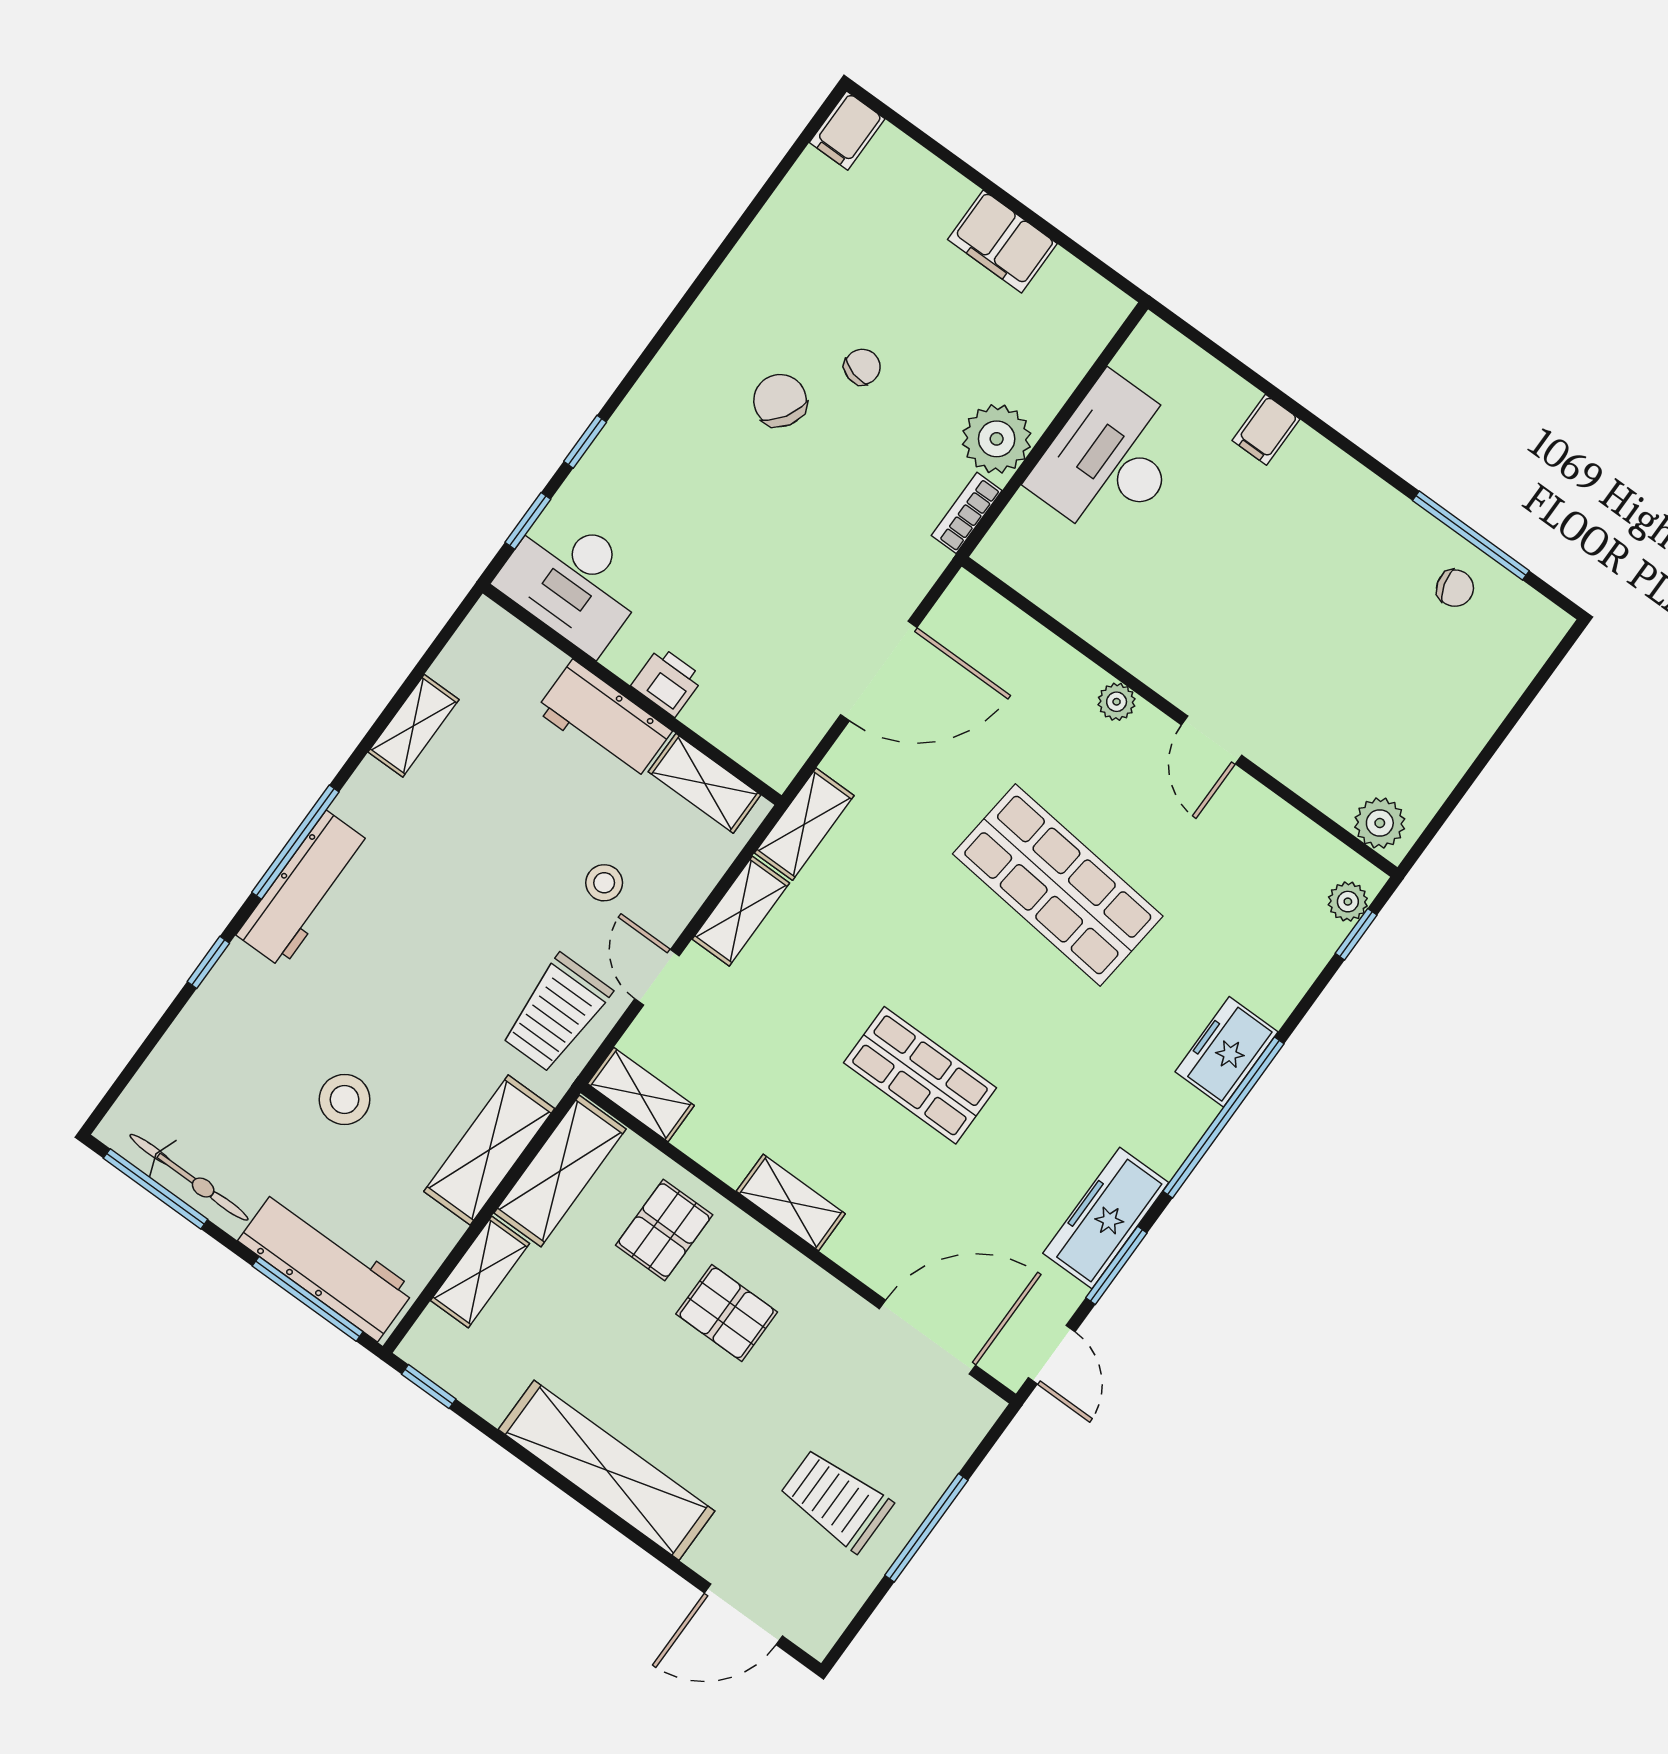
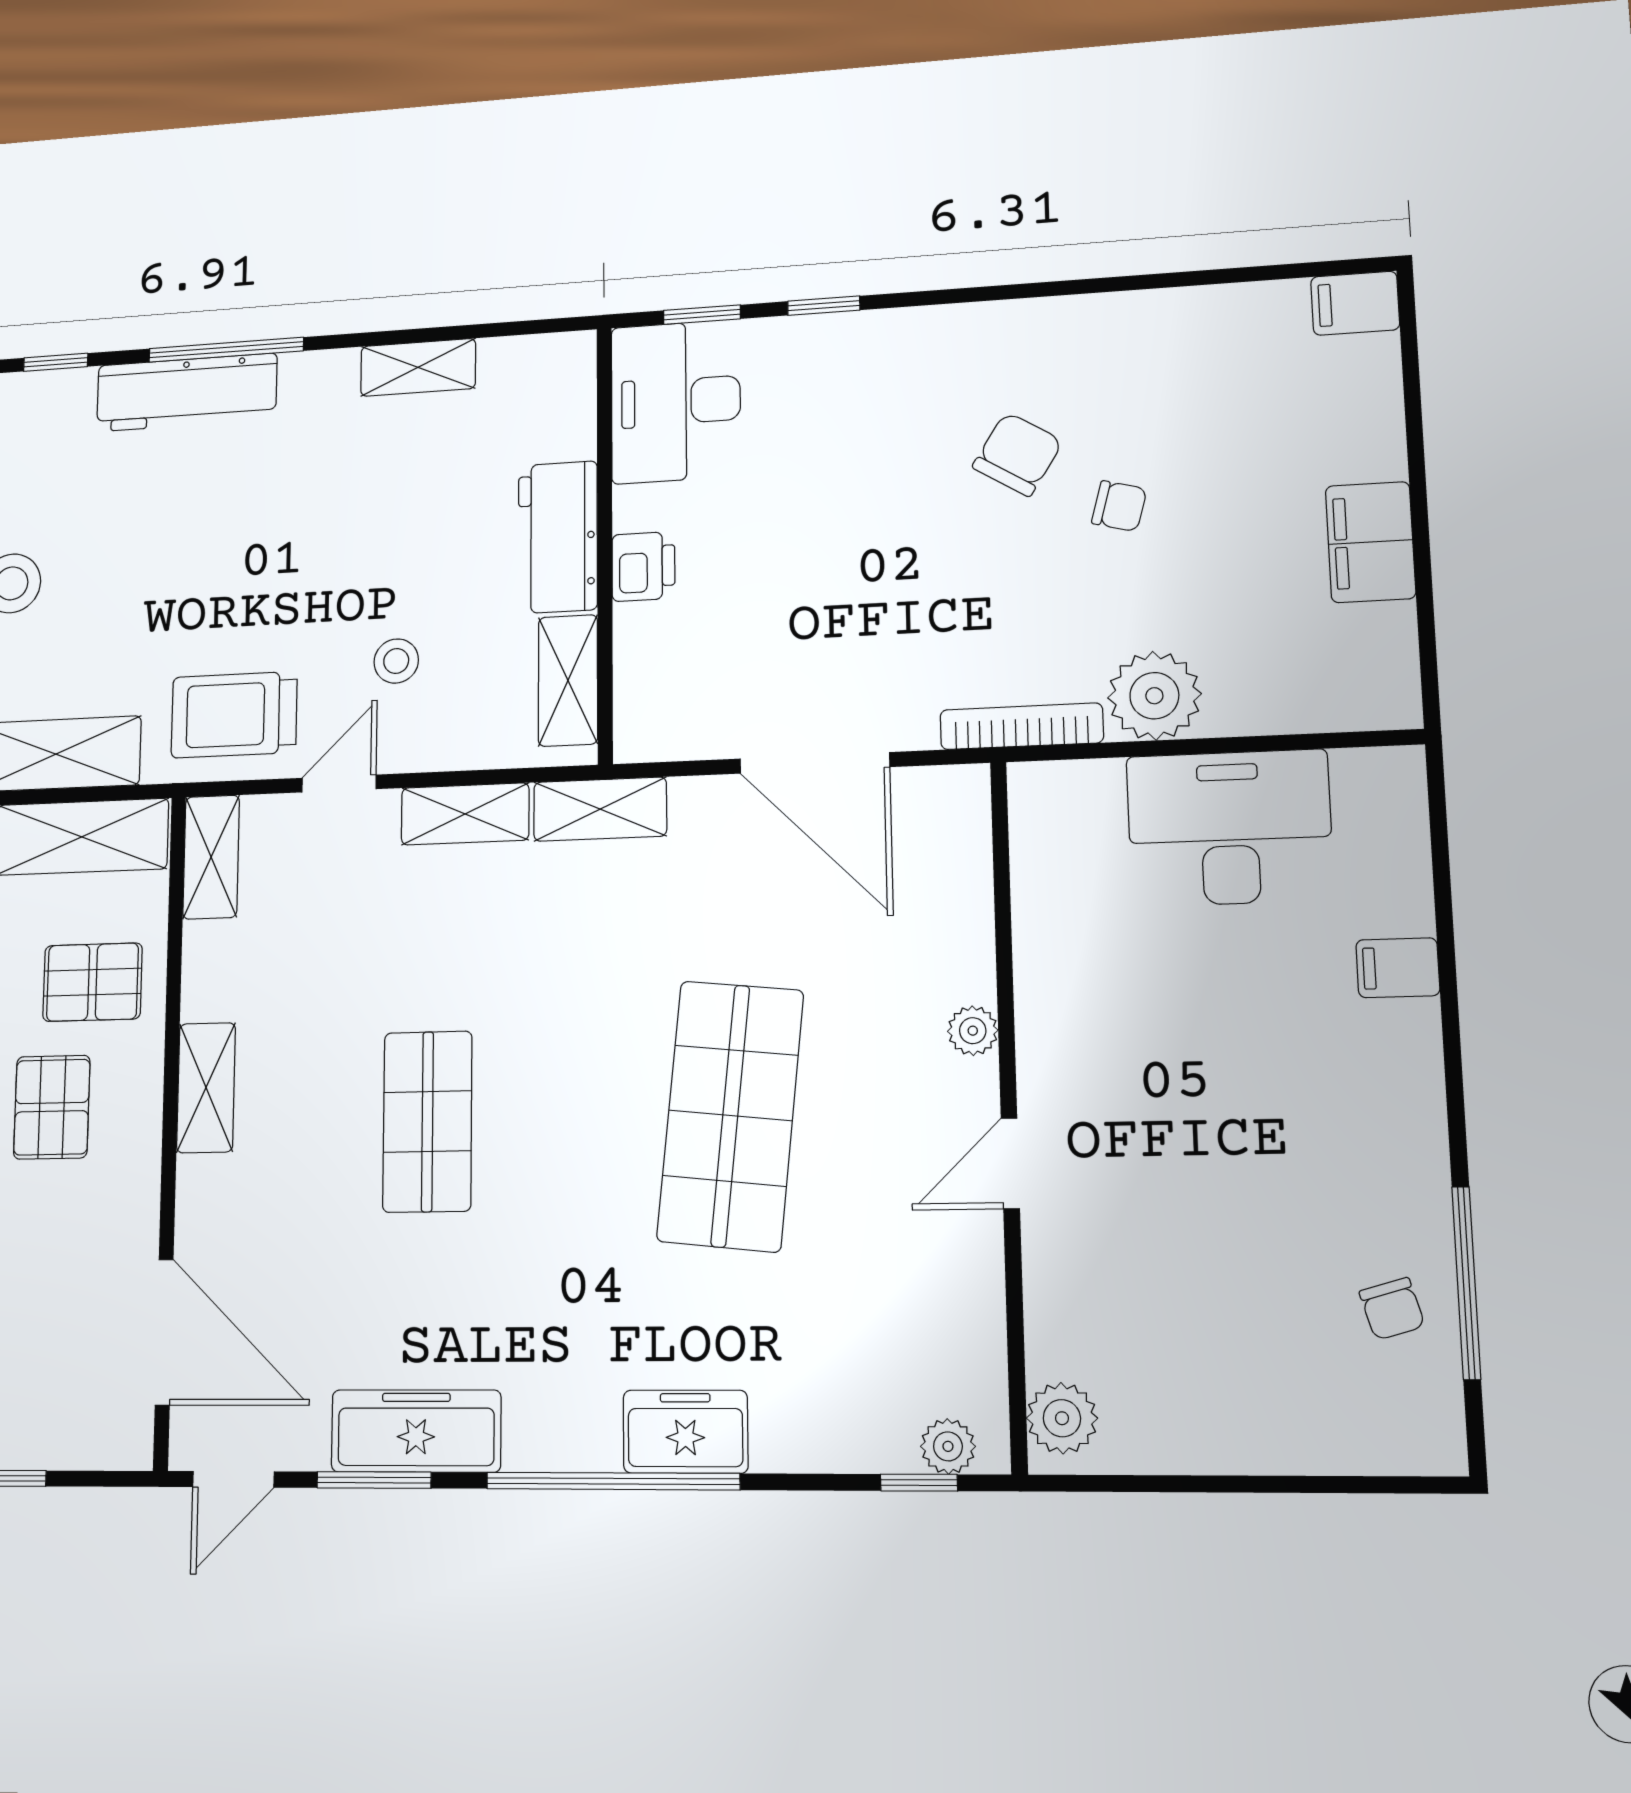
bookcase: (967, 513) -> (1021, 726), width x1.56

